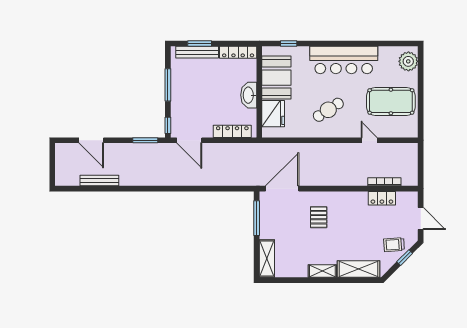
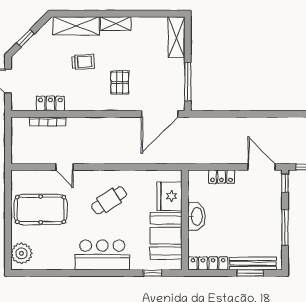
bar counter: (344, 60) -> (102, 255), width x0.73
locker: (232, 131) -> (222, 177), width x0.66
trolley: (394, 245) -> (83, 62), moved

